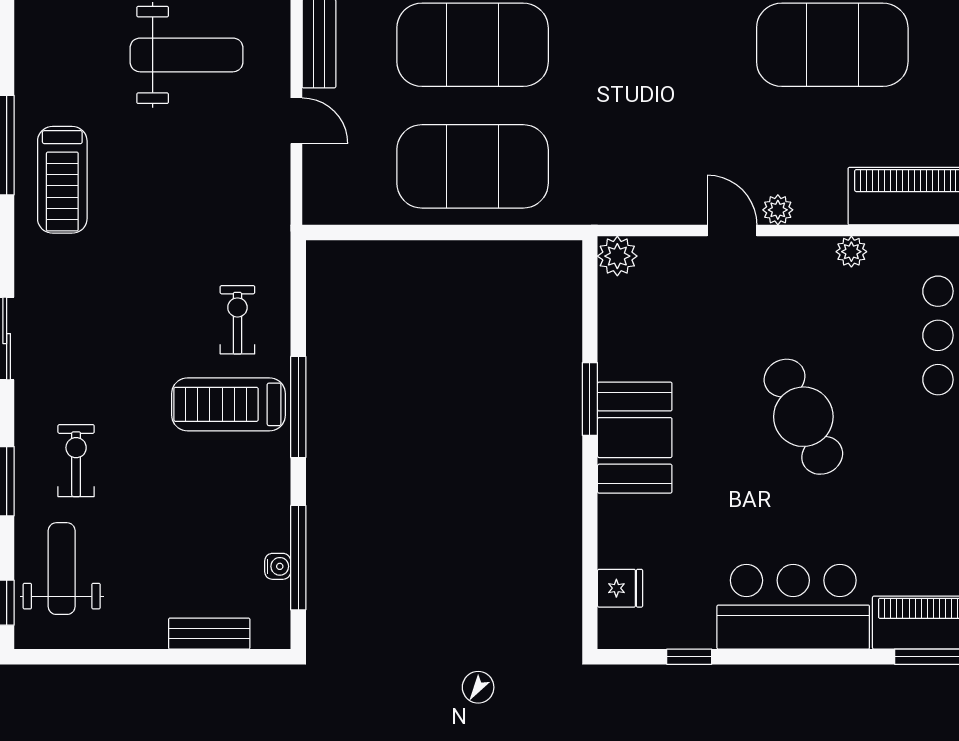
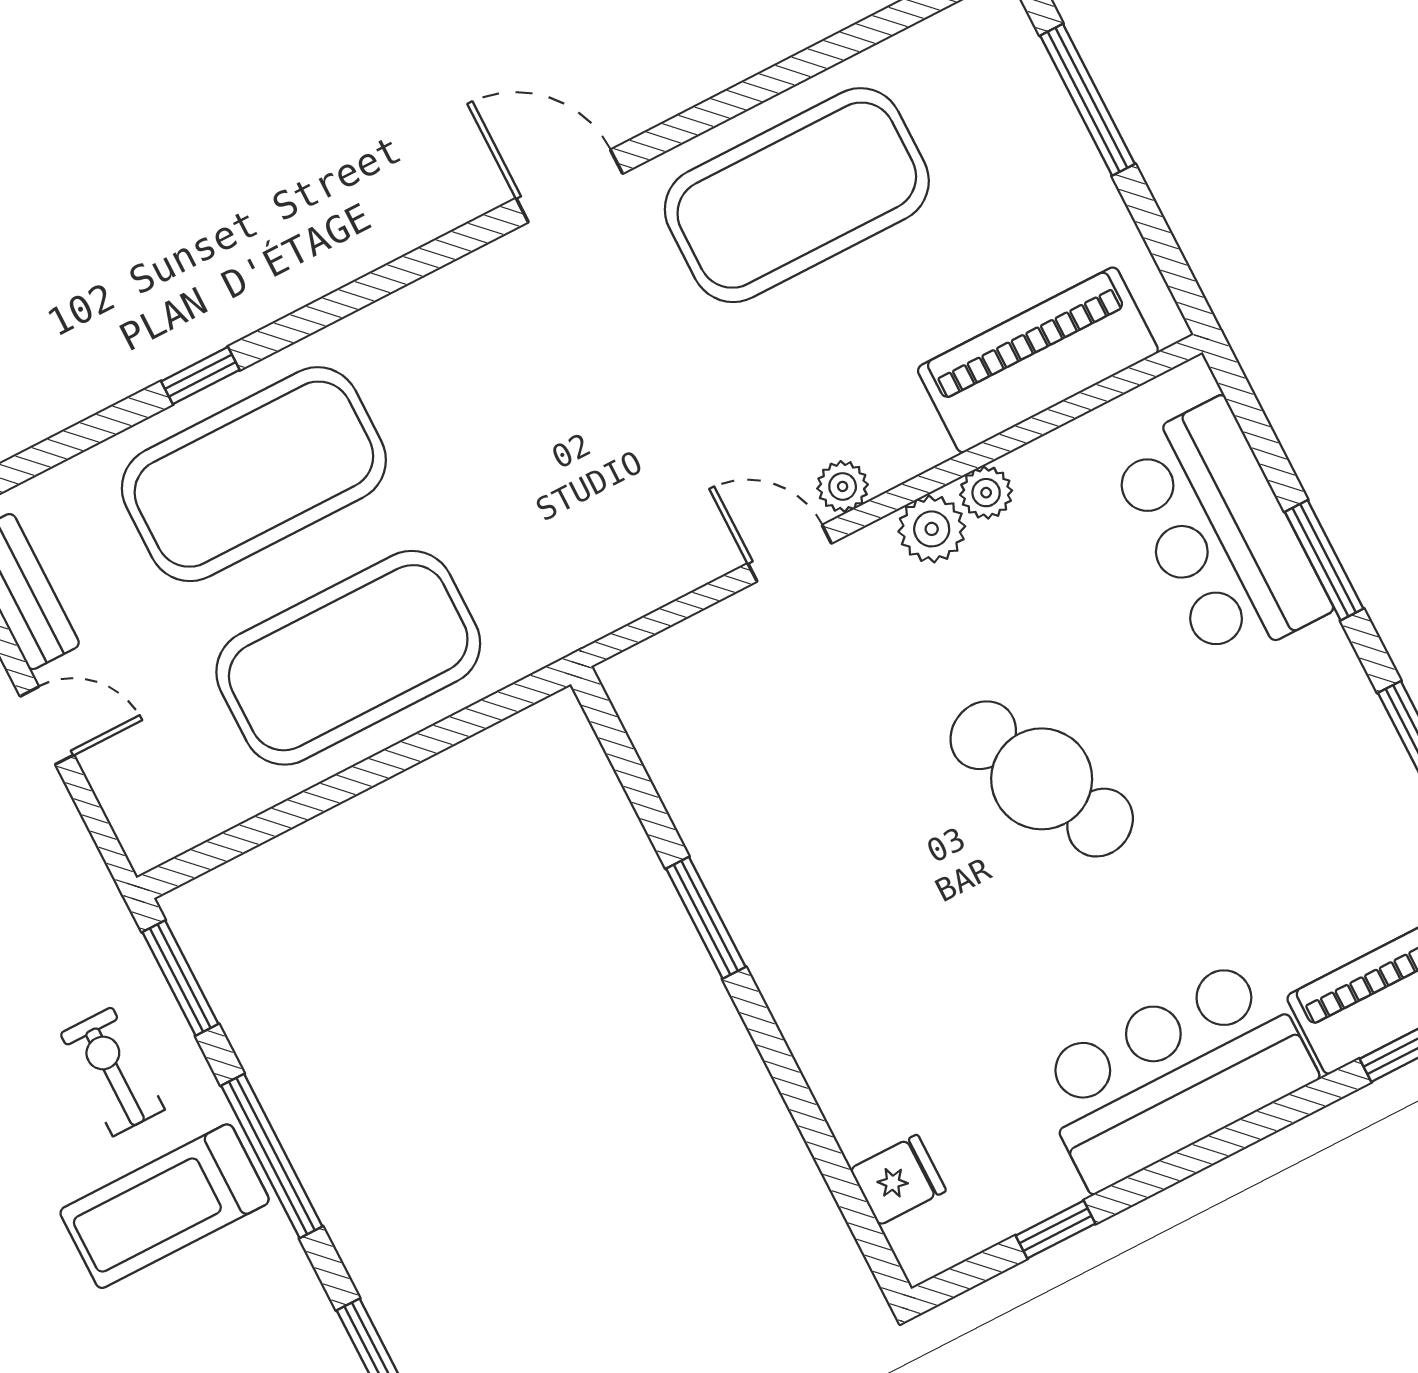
plant: (617, 256) -> (932, 529), moved
window: (298, 289) -> (180, 978), added
booth: (635, 438) -> (803, 941), removed

